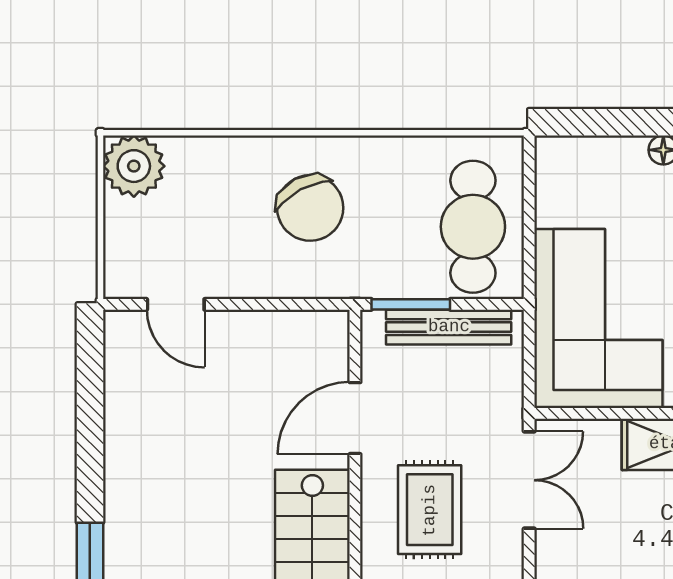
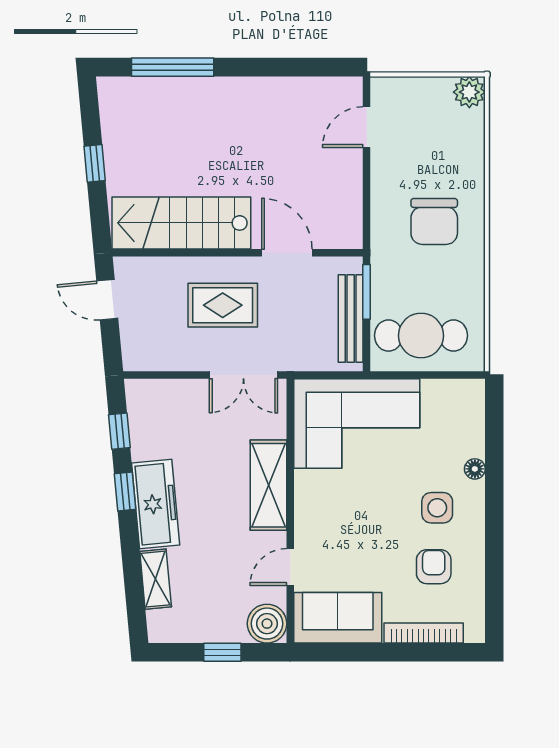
plant: (134, 166) -> (469, 92), width x0.73, depth x0.73
chair: (310, 208) -> (434, 221), turned -62

